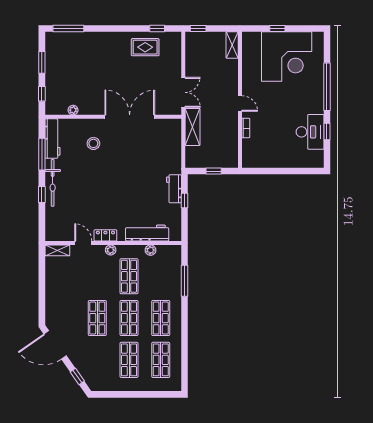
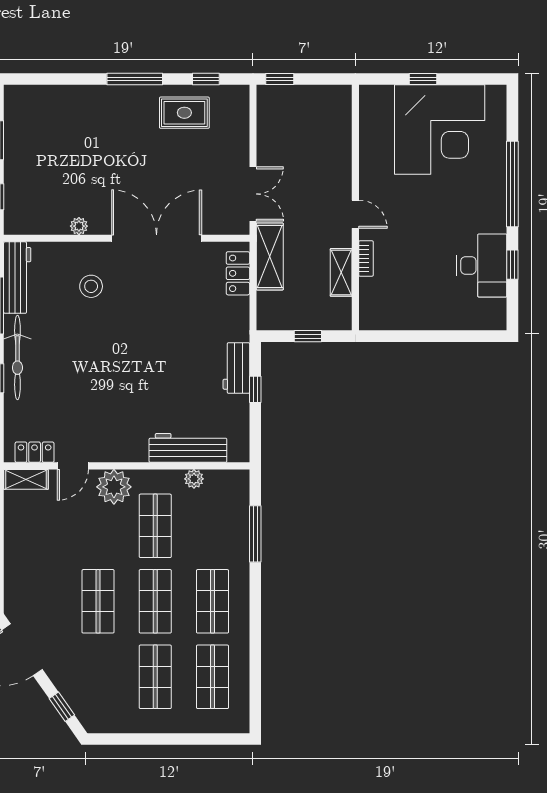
window: (68, 29) -> (135, 79), moved
shelving: (232, 45) -> (341, 272), moved
plant: (73, 110) -> (79, 226), moved
locker: (175, 136) -> (238, 273), added
locker: (105, 235) -> (35, 452), moved
door: (83, 243) -> (73, 466), swing flipped
plant: (111, 250) -> (114, 487), width x1.88, depth x1.88

